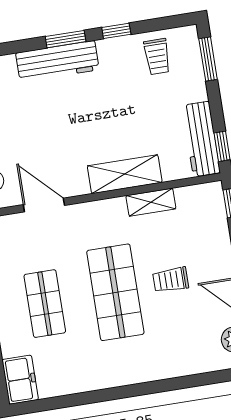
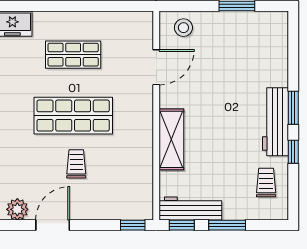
trolley: (157, 57) -> (266, 183), turned 90
window: (208, 59) -> (227, 225), moved
workbench: (57, 61) -> (276, 122), moved
shelving: (151, 202) -> (144, 158), removed

